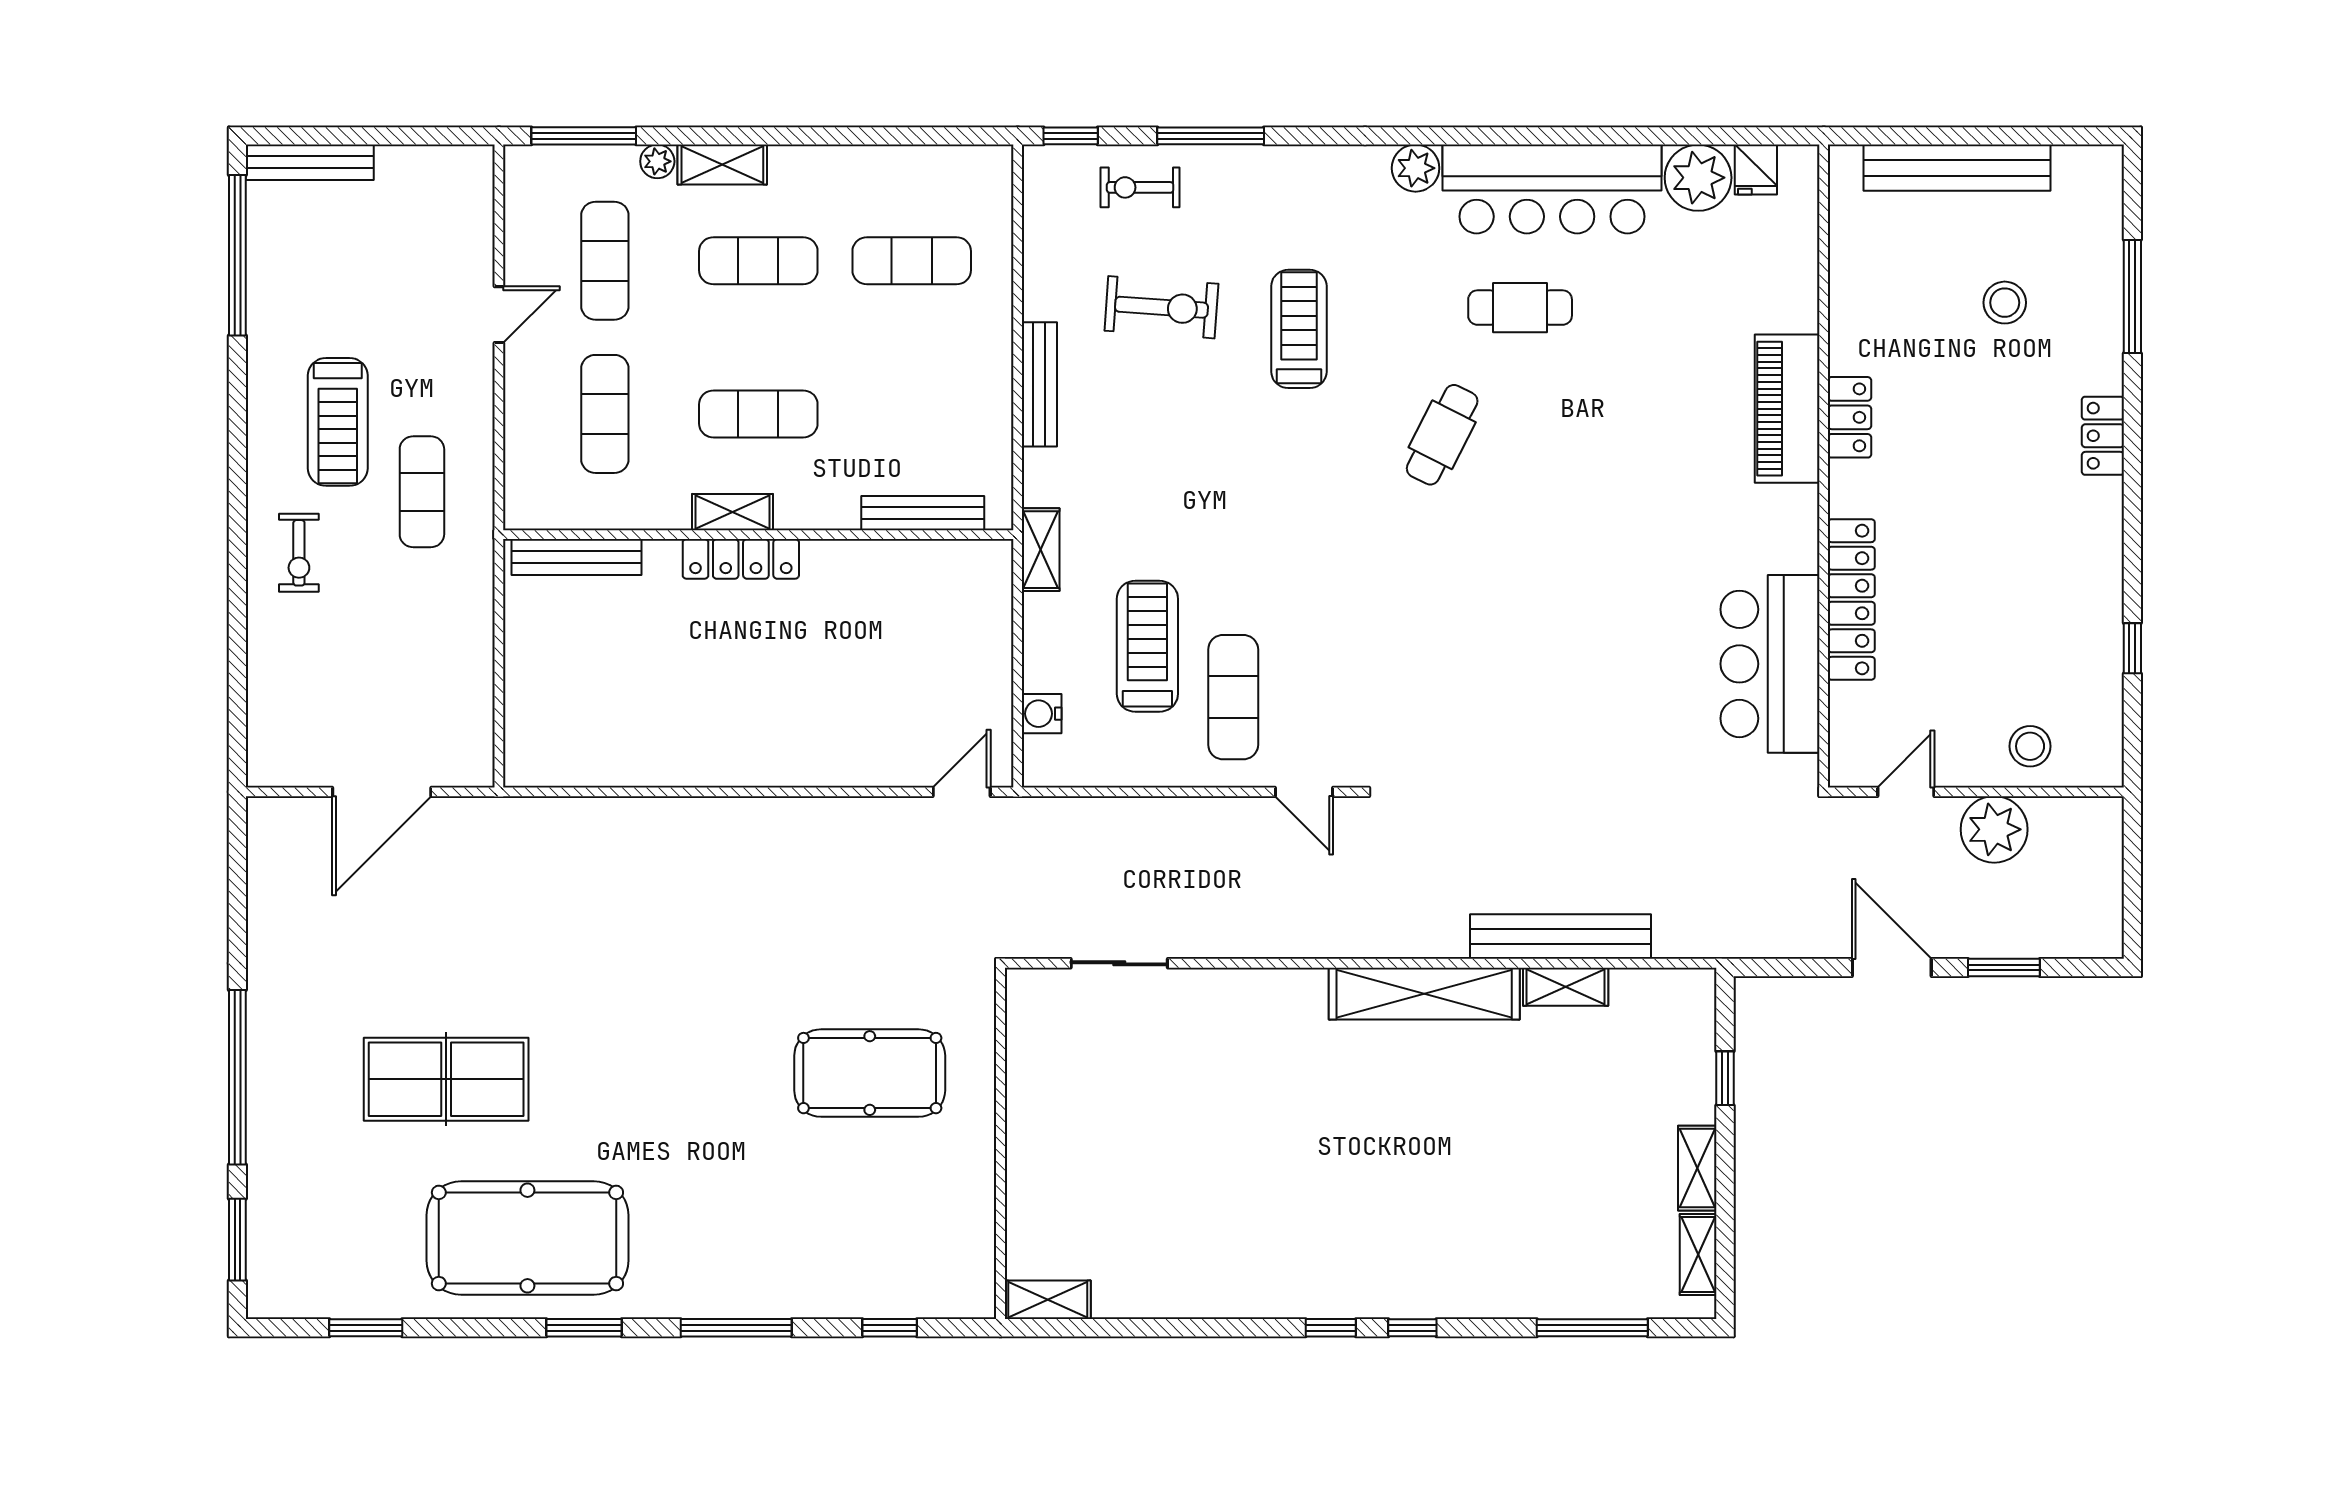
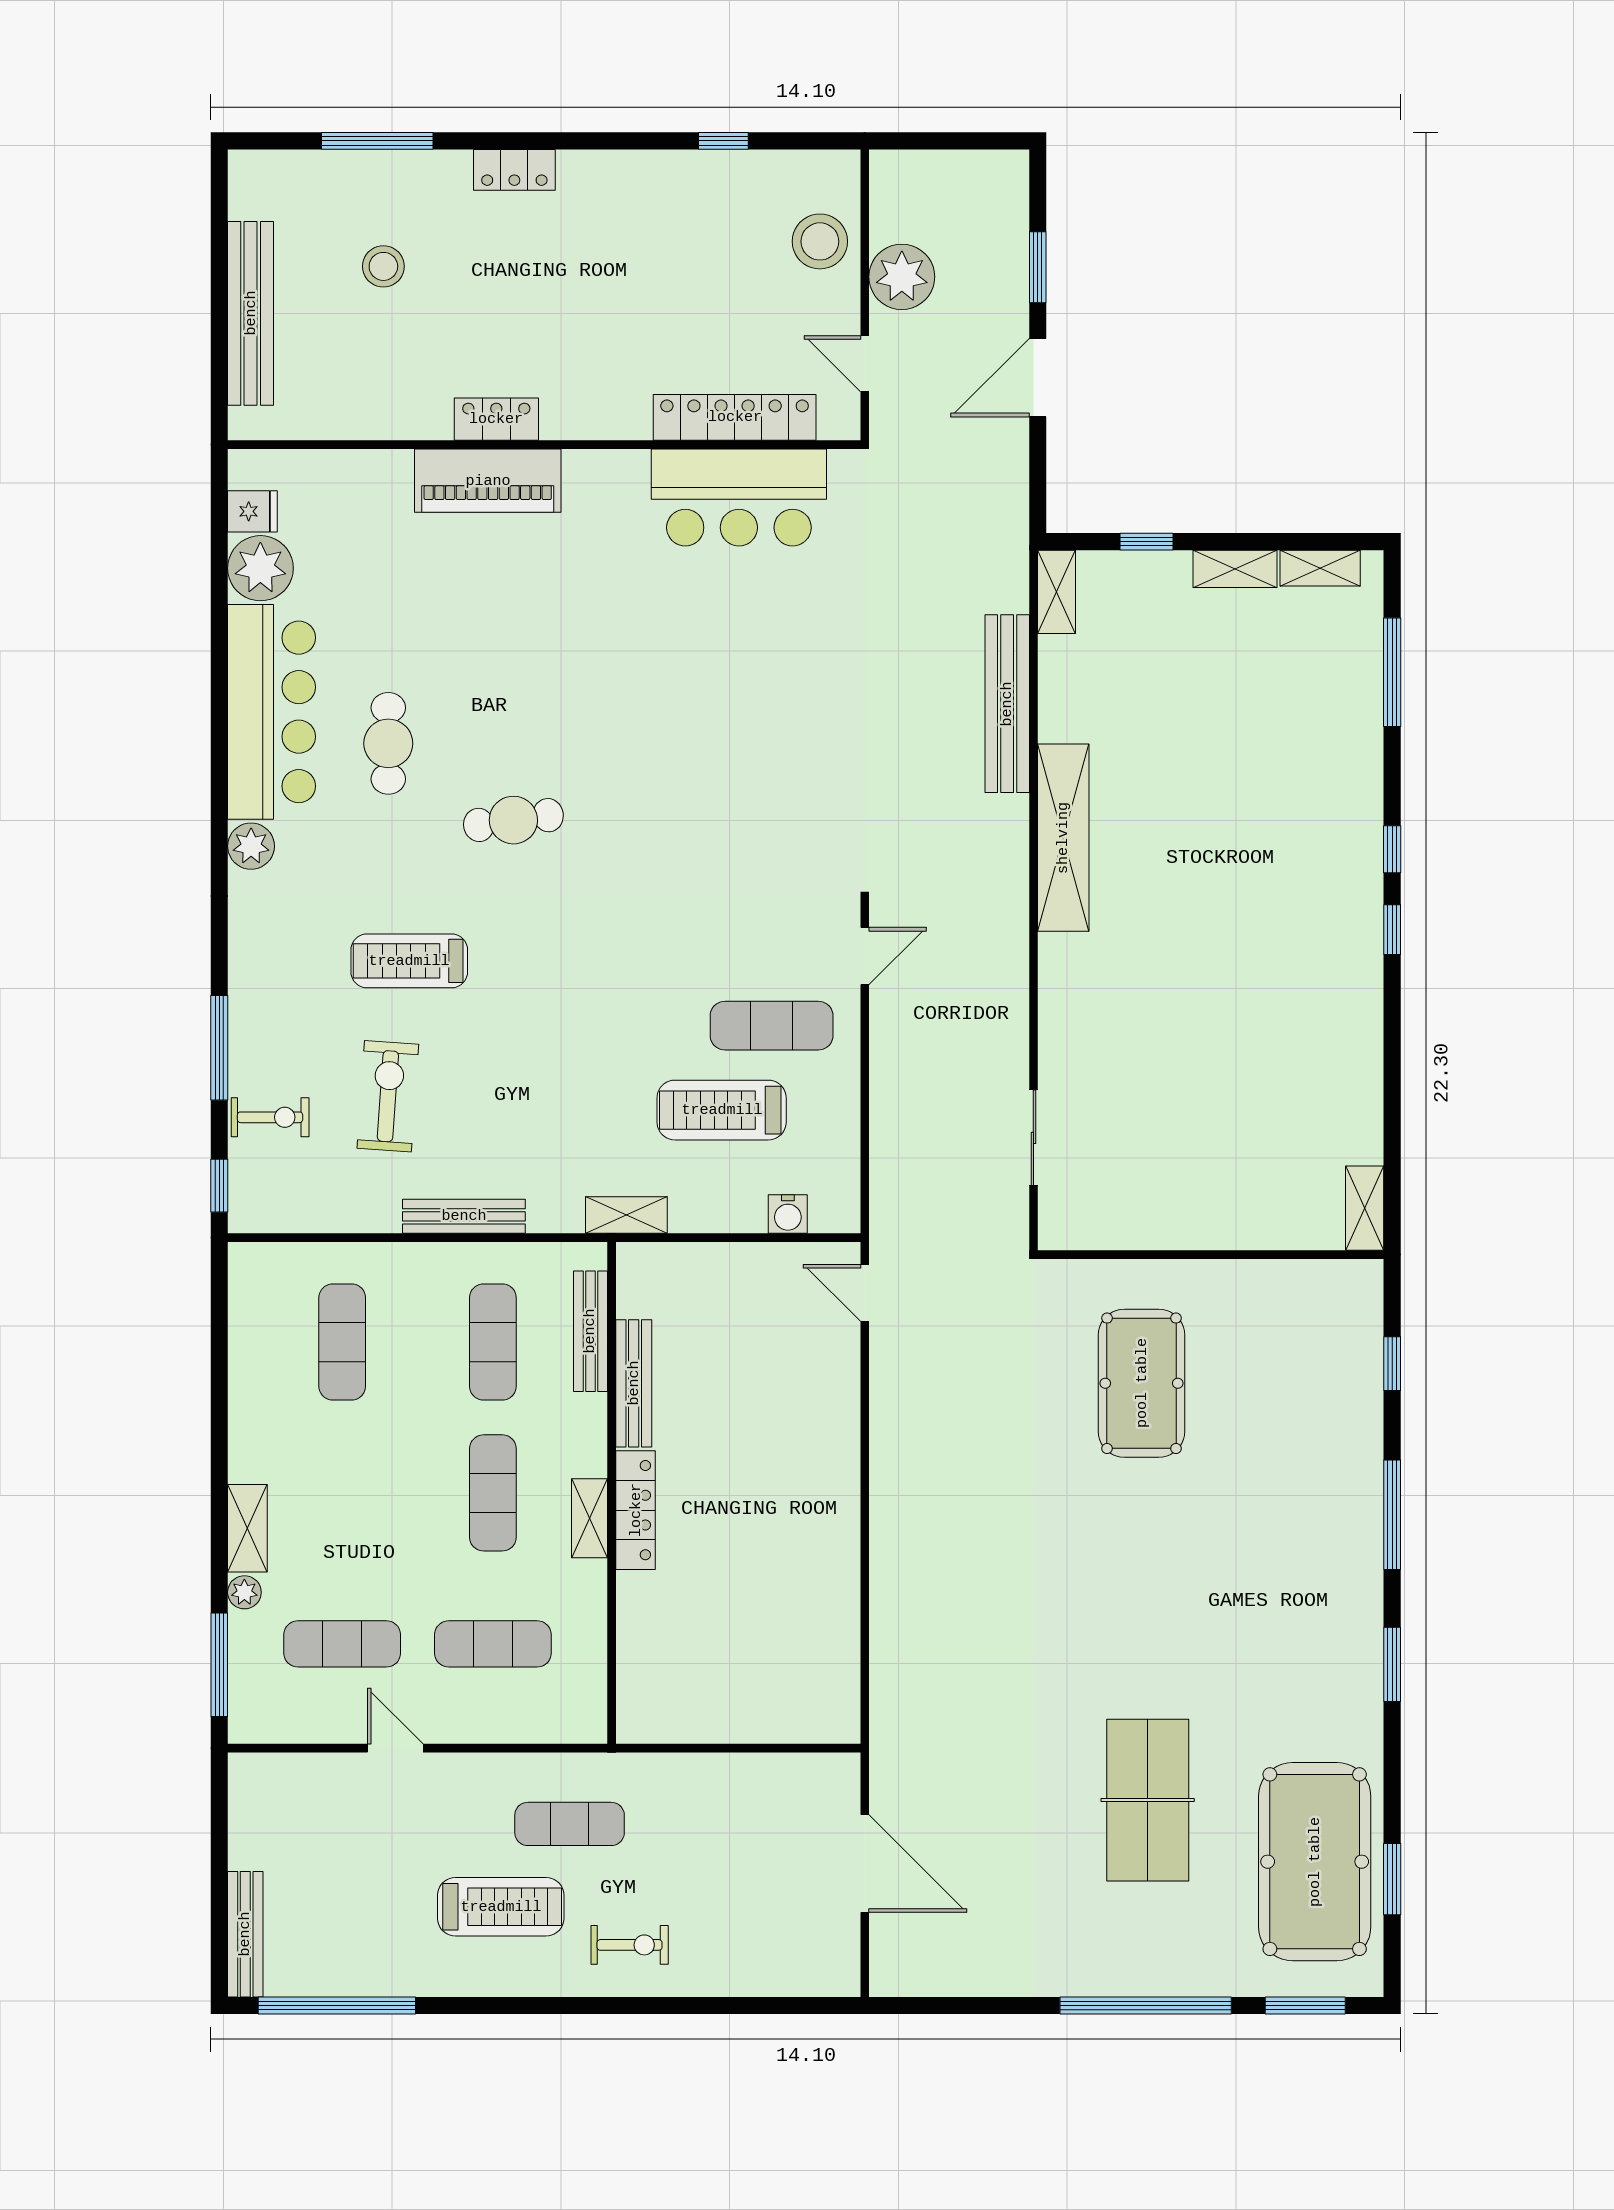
exercise bike: (1140, 187) -> (270, 1117), turned -90
exercise mat: (758, 261) -> (493, 1342), moved
cafe table: (1442, 435) -> (513, 820), turned -35
bench: (576, 557) -> (634, 1383), moved
locker: (1851, 599) -> (735, 417), moved
stool: (2030, 746) -> (820, 241), width x1.38, depth x1.38
shelving: (1566, 987) -> (1057, 592), moved
pool table: (527, 1238) -> (1315, 1862), moved

